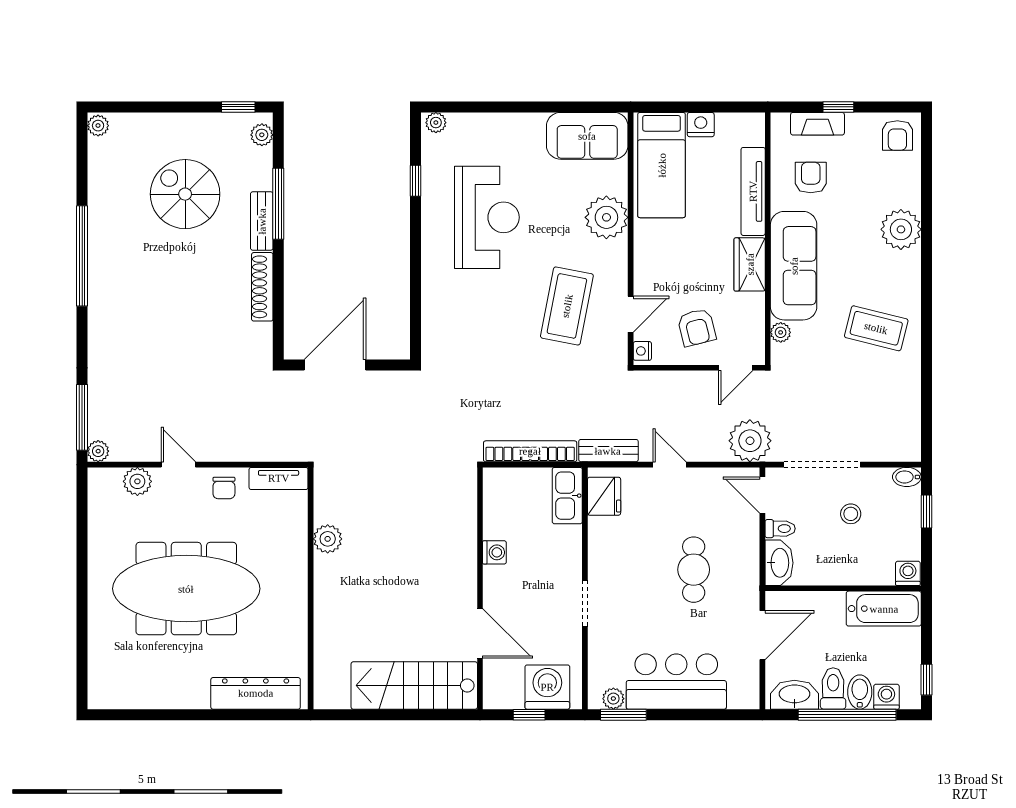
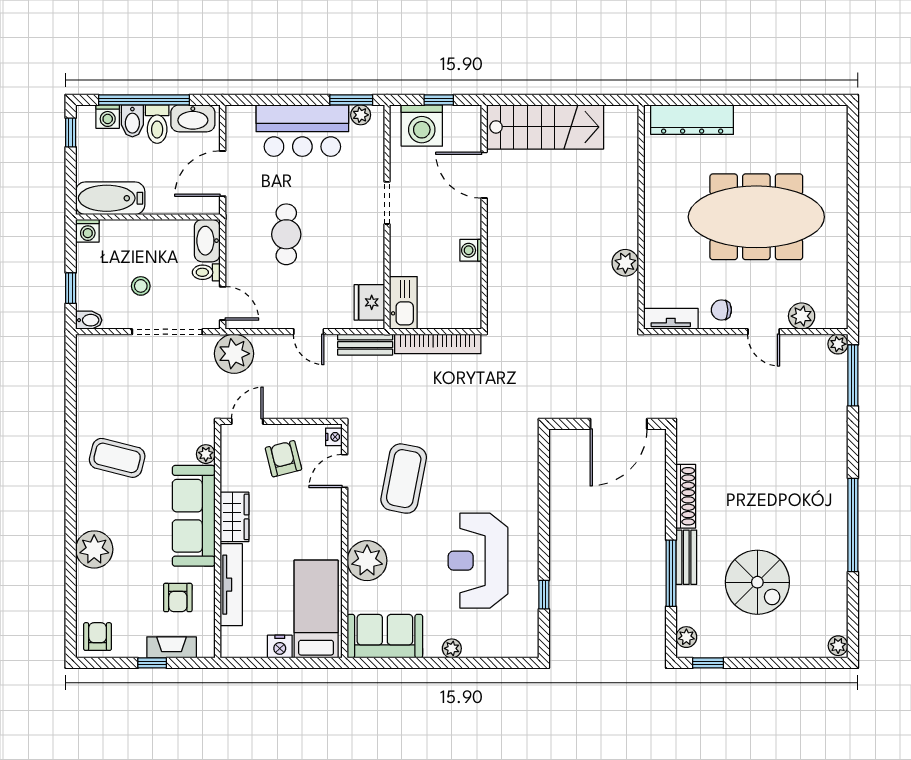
plant: (436, 123) -> (452, 648), moved
chair: (224, 488) -> (721, 310), turned -90

